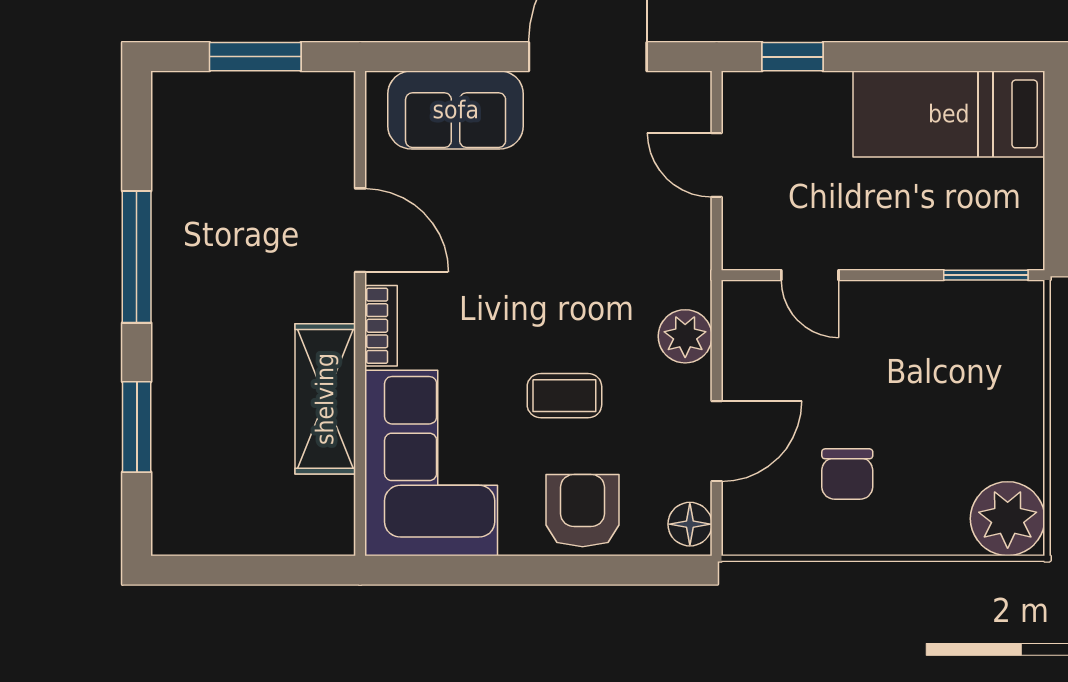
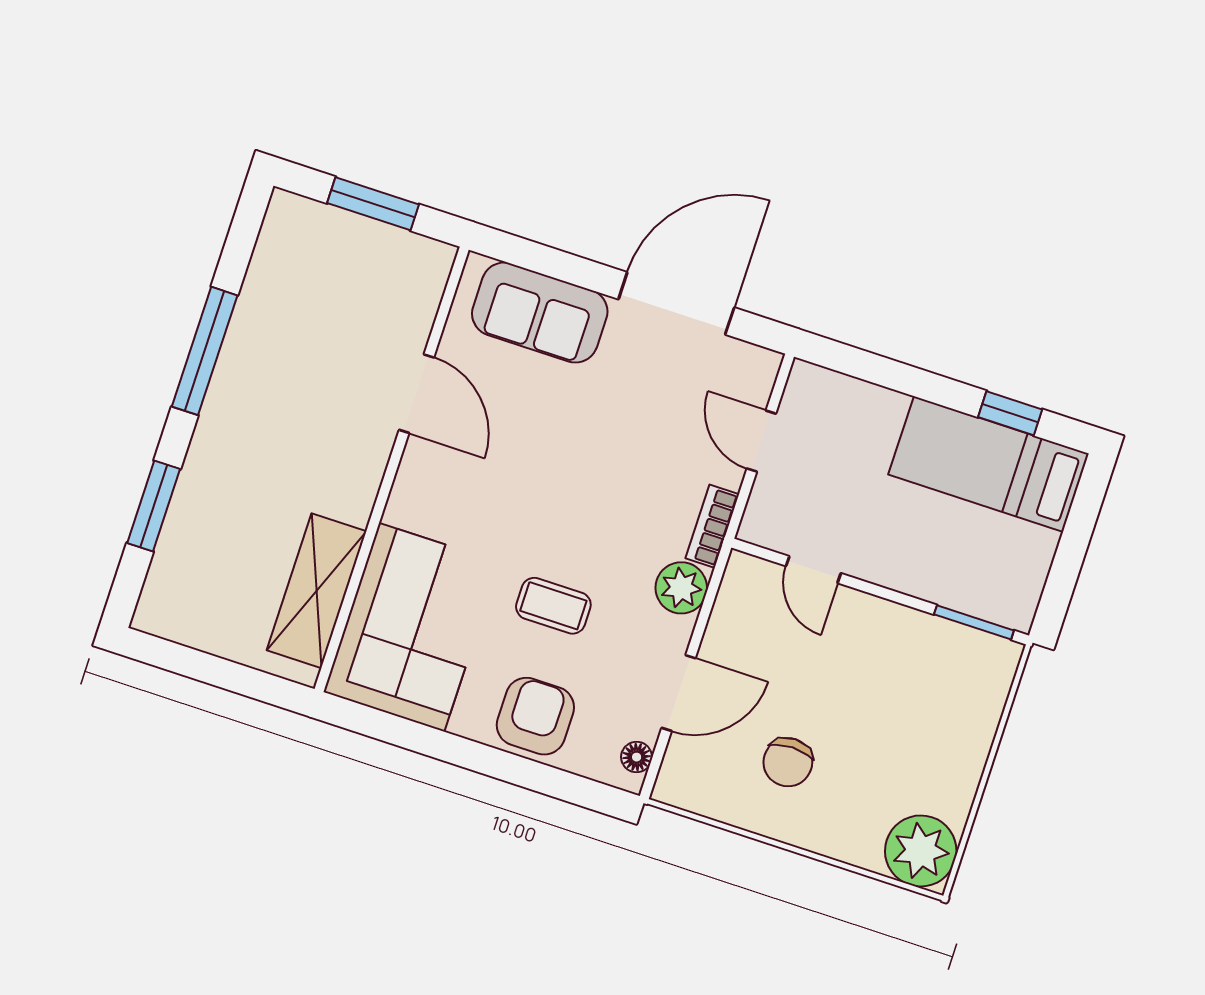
window: (793, 57) -> (1010, 413), moved
bookcase: (381, 326) -> (712, 526), moved, turned 180
shelving: (325, 399) -> (317, 591), moved
floor lamp: (690, 524) -> (637, 757), width x0.73, depth x0.73

